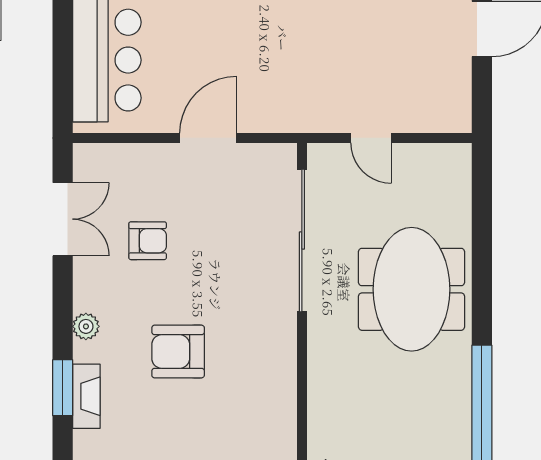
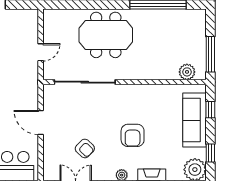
armchair: (148, 241) -> (85, 149), turned 134

